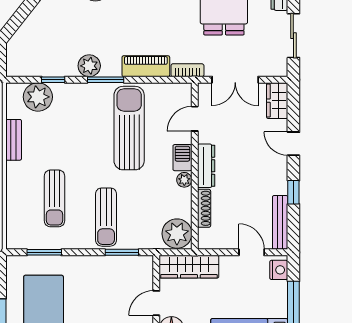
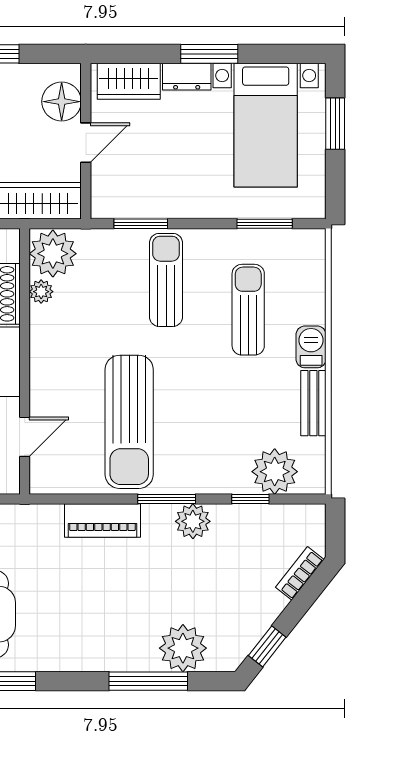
bookcase: (187, 70) -> (300, 573), moved, turned 128
barbecue: (182, 158) -> (311, 347), moved, turned 180
plant: (184, 180) -> (41, 292), moved

